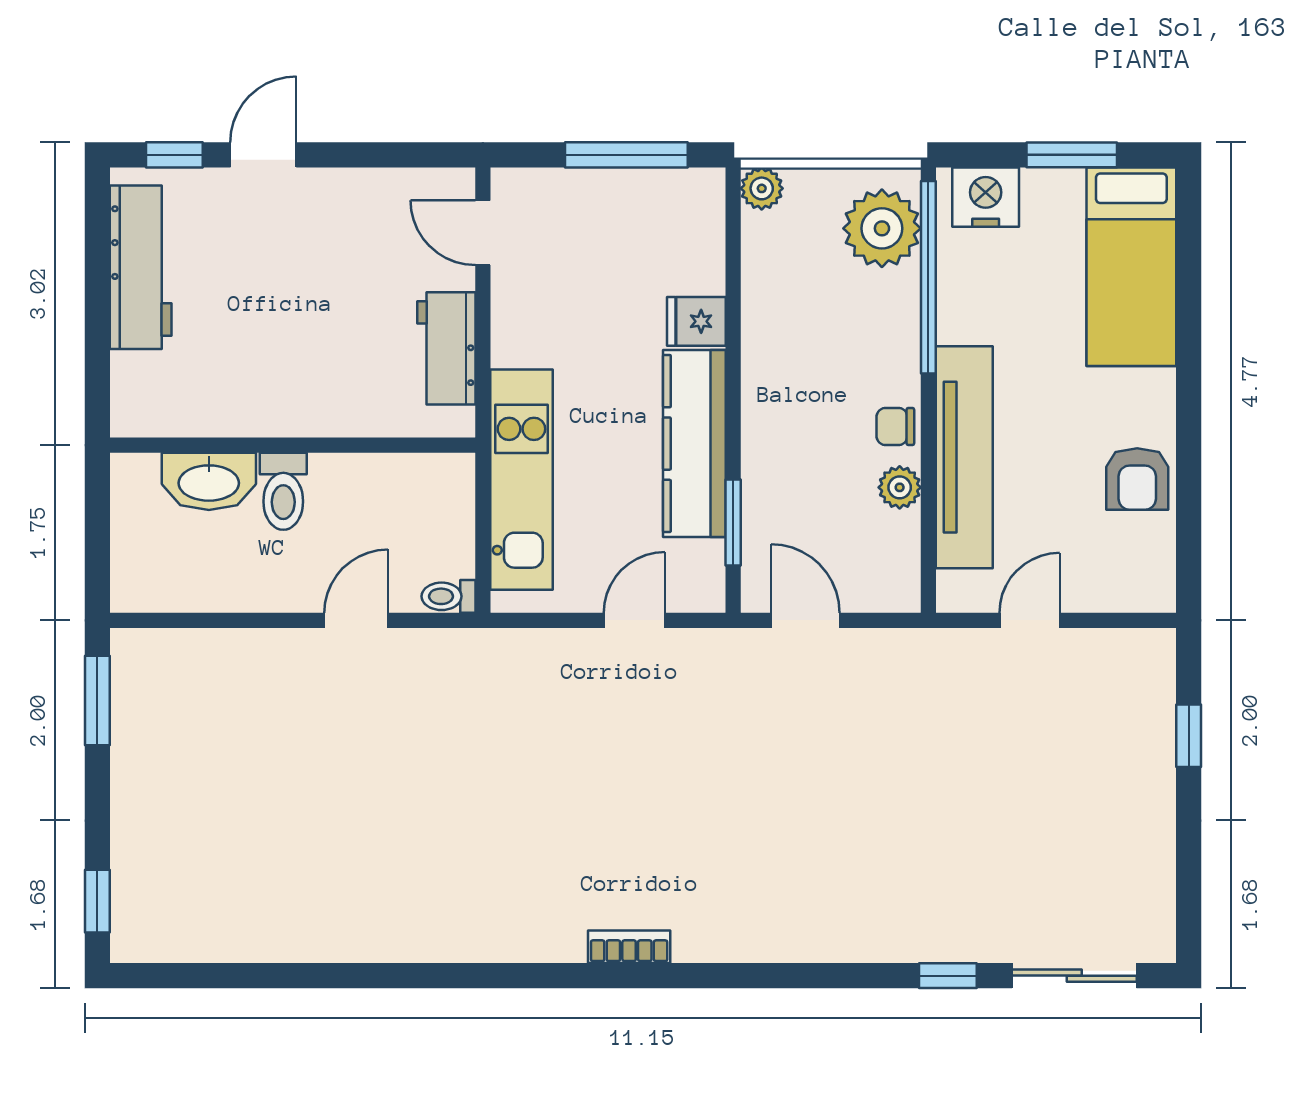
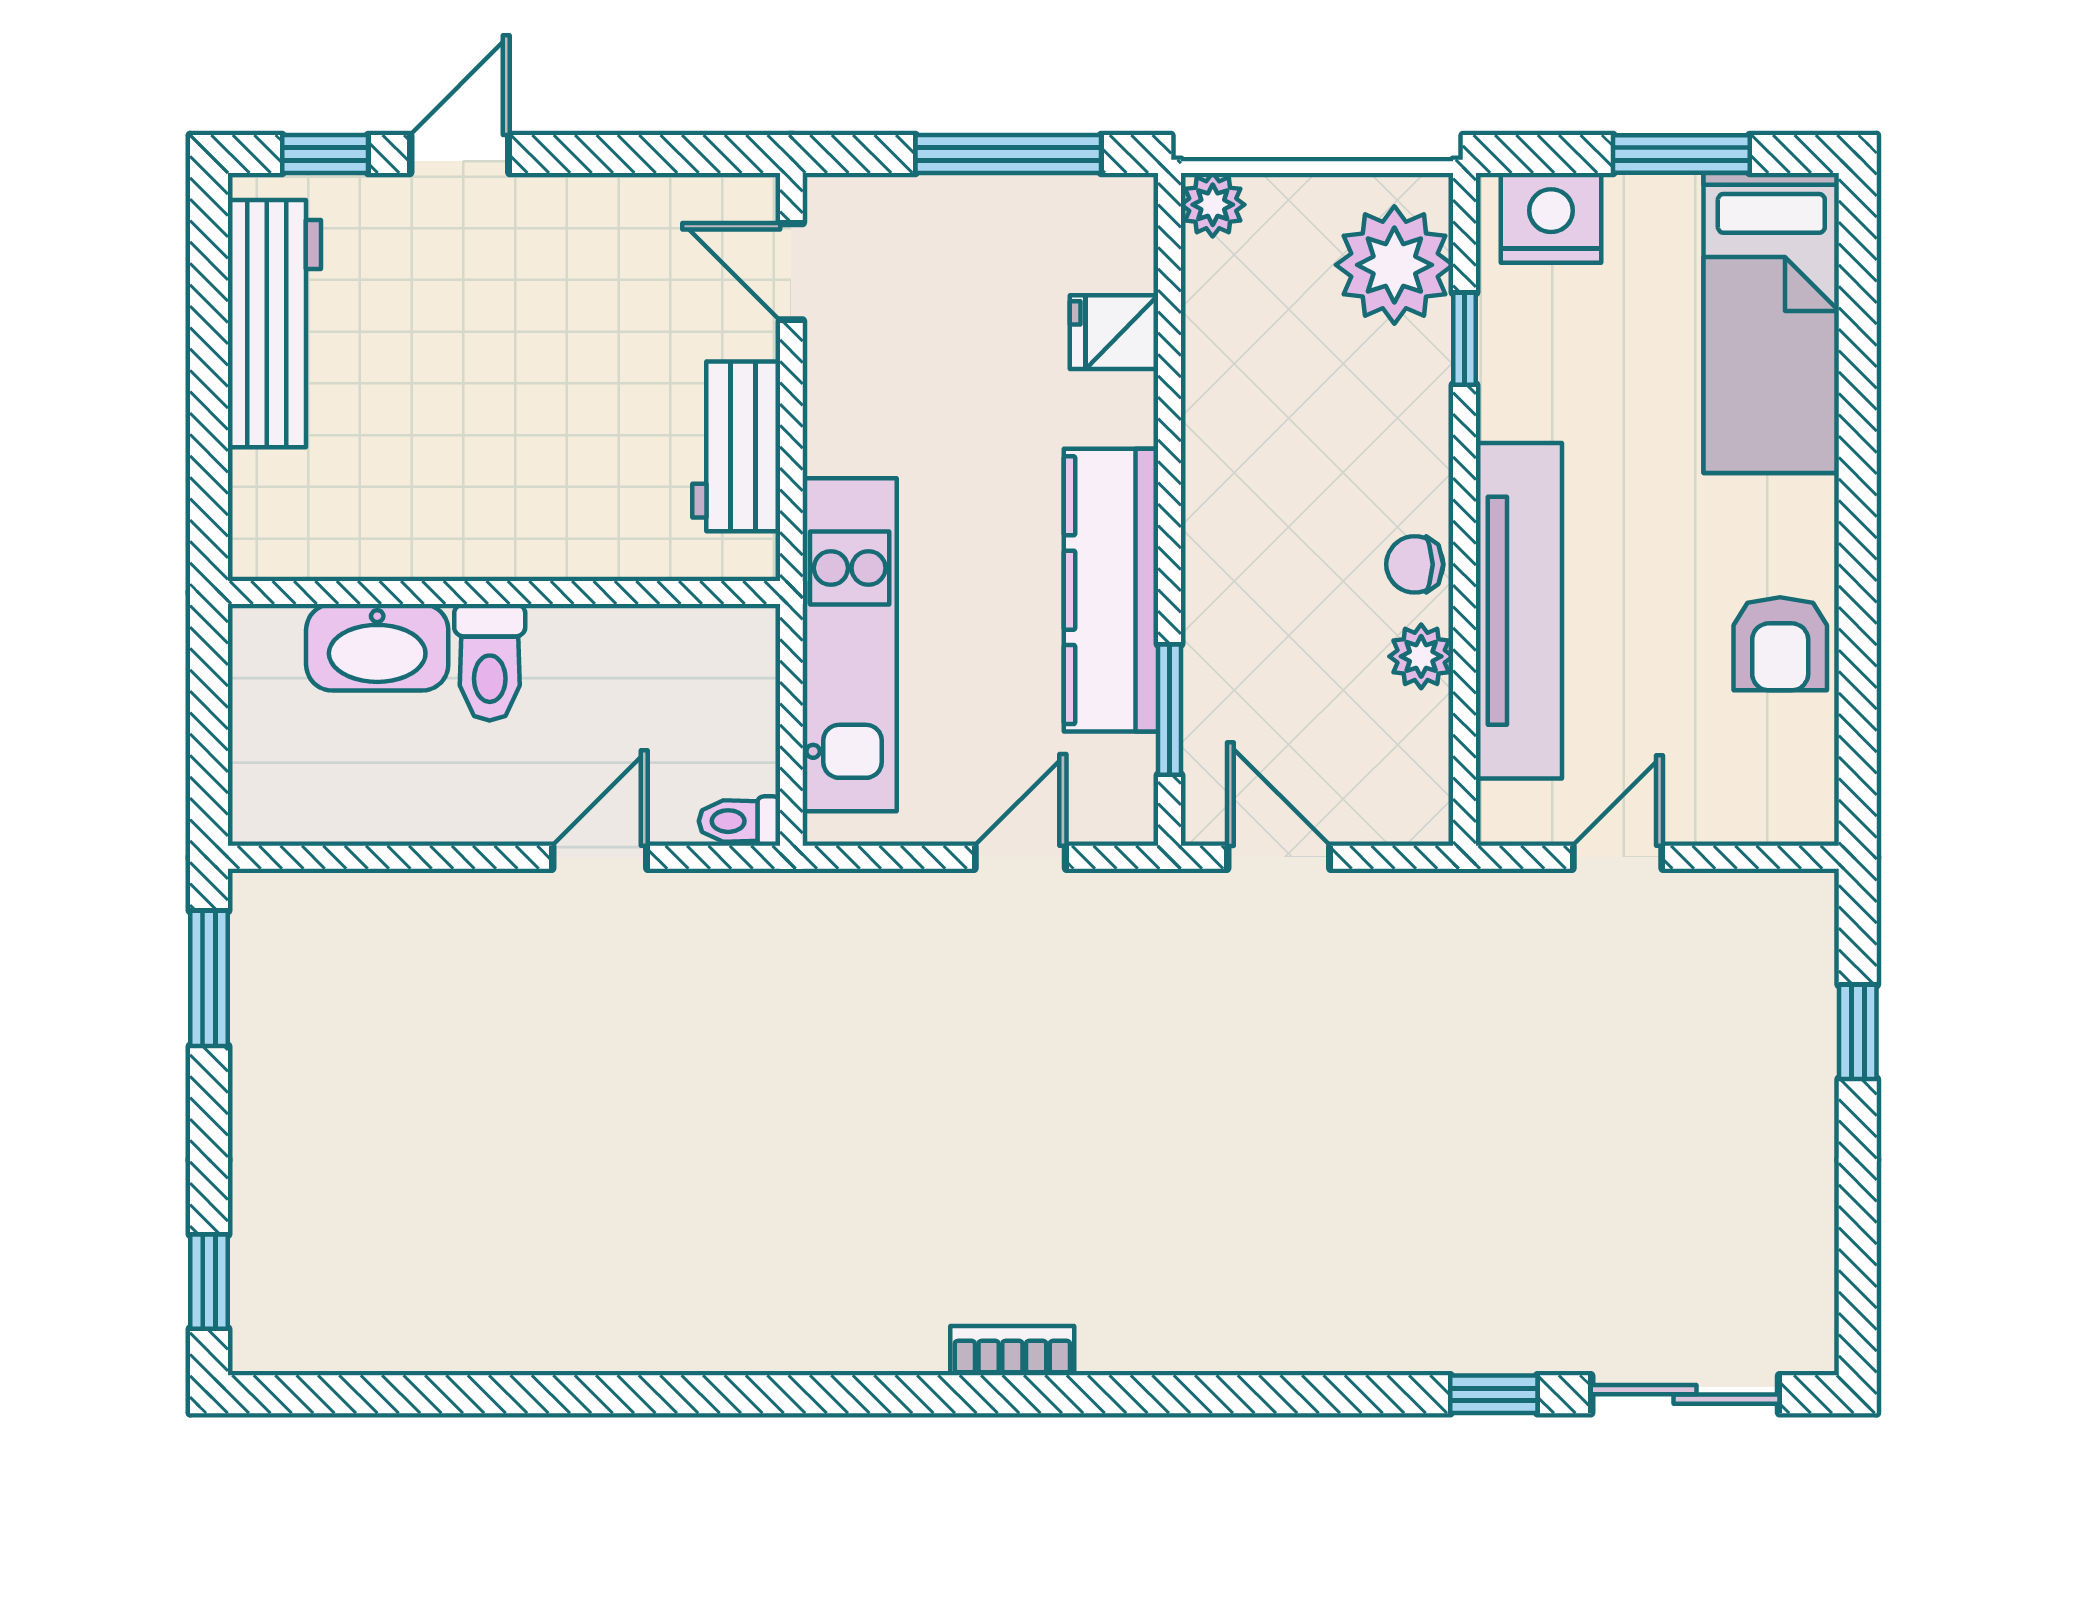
window: (928, 277) -> (1465, 339), width x0.32
fridge: (696, 321) -> (1114, 332), moved

